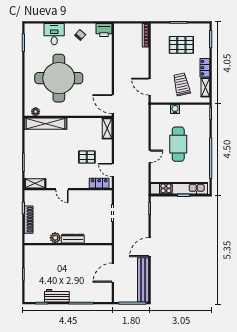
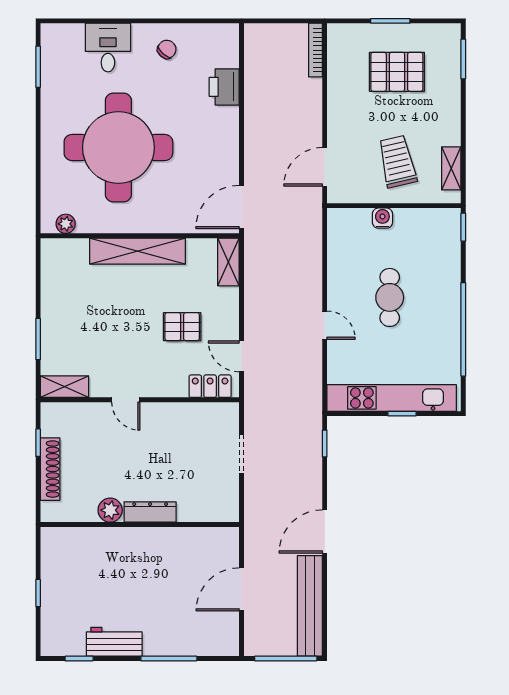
printer: (104, 30) -> (224, 87), moved, turned 90
locker: (205, 68) -> (450, 124), removed
door: (150, 87) -> (325, 167), hinge flipped
door: (113, 104) -> (241, 207), hinge flipped
shelving: (46, 124) -> (138, 251), moved
cafe table: (178, 144) -> (390, 297), width x0.73, depth x0.74
door: (150, 156) -> (325, 325), hinge flipped

